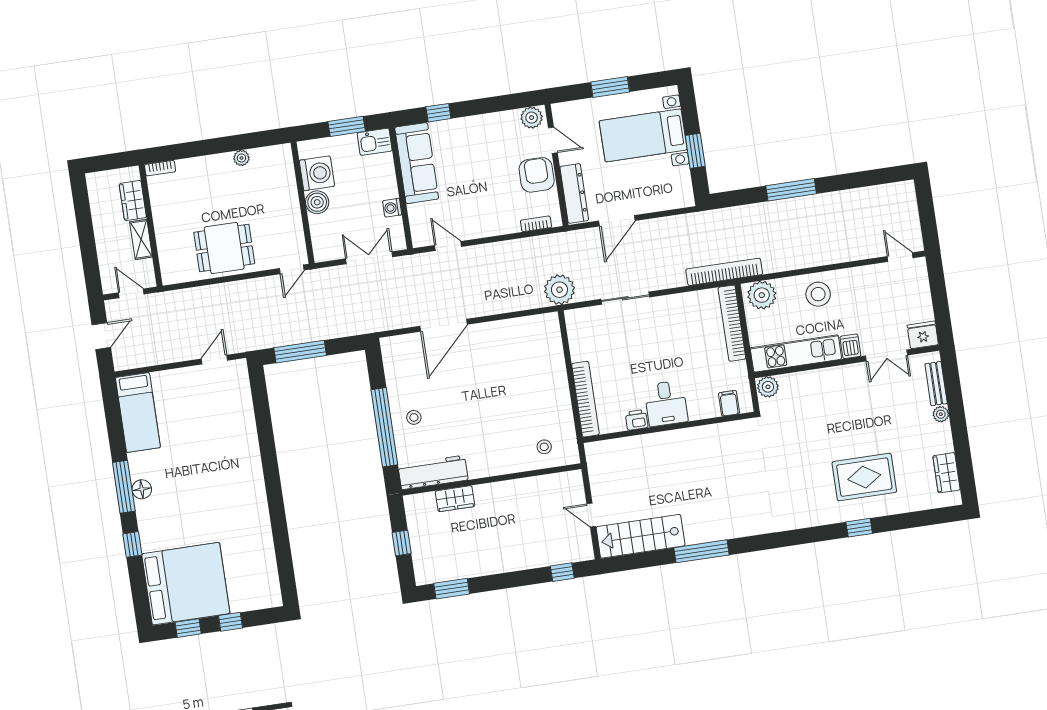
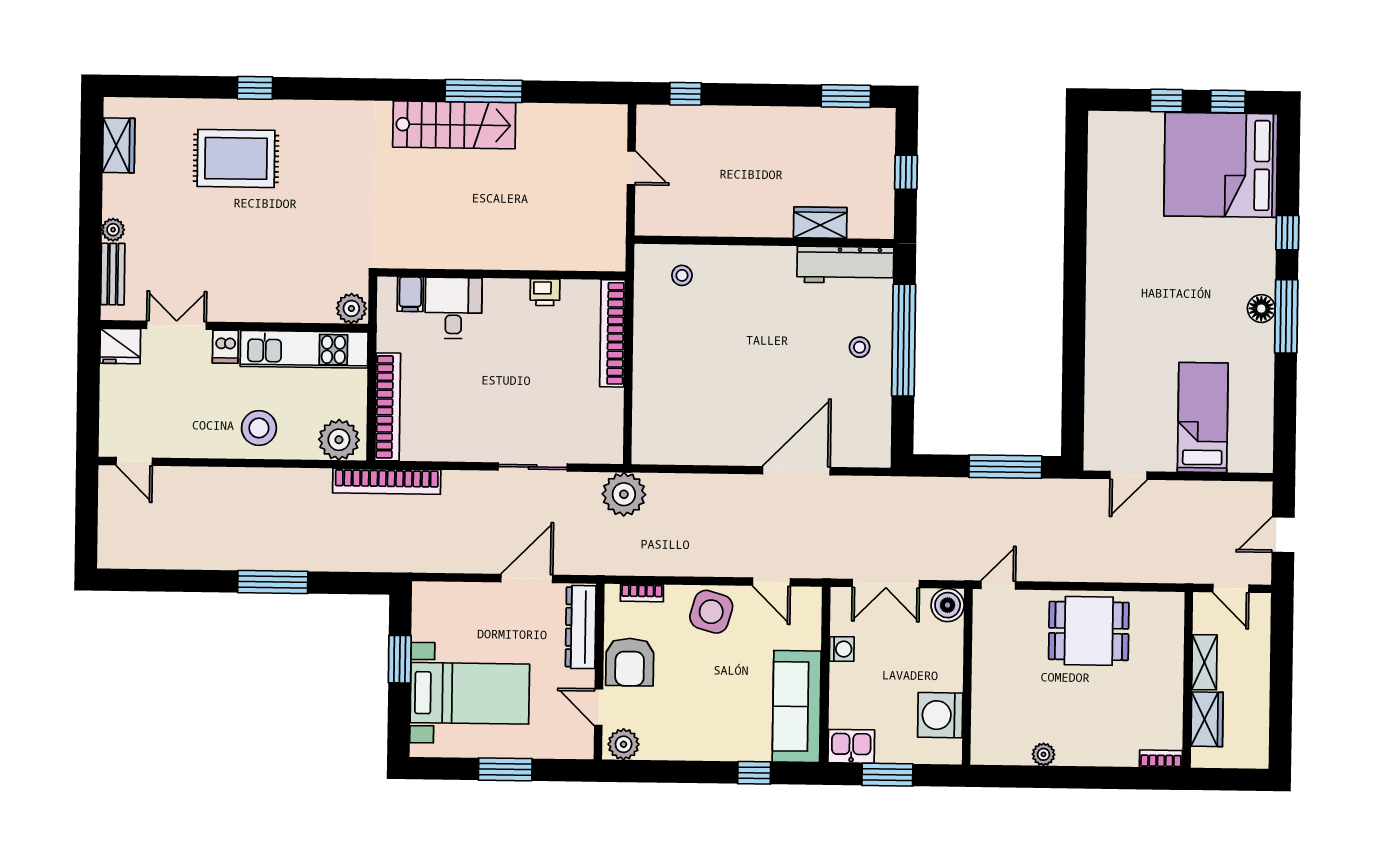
boiler: (317, 202) -> (948, 605), moved
side table: (486, 219) -> (711, 612), added
desk: (666, 403) -> (453, 308), moved
bed: (138, 413) -> (1203, 417), moved
stairs: (641, 536) -> (454, 125), moved

